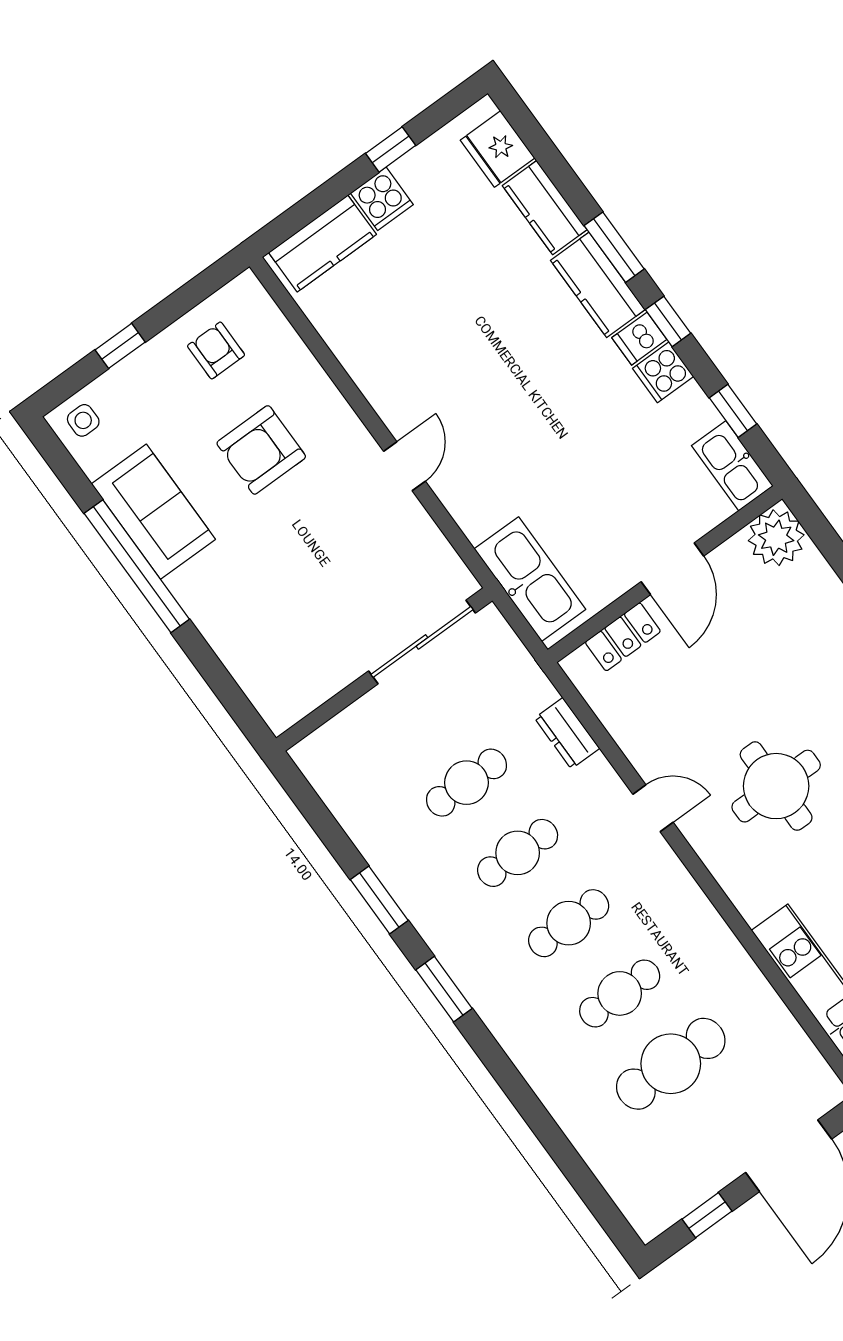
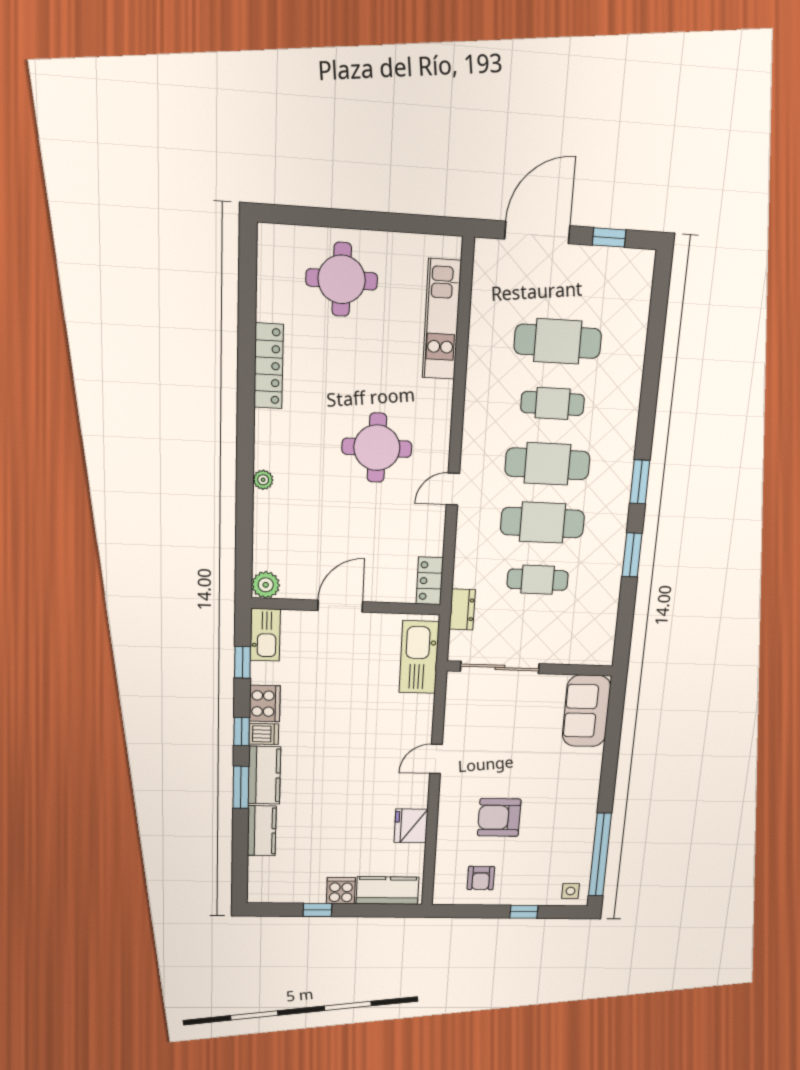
fridge: (498, 149) -> (411, 826), moved, turned 180
cooker: (663, 372) -> (265, 704), width x1.36
armchair: (261, 450) -> (499, 817), turned 180
sofa: (153, 512) -> (586, 711), moved
plant: (776, 538) -> (266, 585), width x0.73, depth x0.73
window: (137, 566) -> (600, 855), moved
locker: (623, 637) -> (430, 581), moved, turned -90
dresser: (567, 733) -> (462, 609), moved
door: (653, 808) -> (453, 489), hinge flipped
cafe table: (518, 853) -> (542, 523), width x1.37, depth x1.35
cafe table: (569, 923) -> (547, 464), width x1.37, depth x1.35

